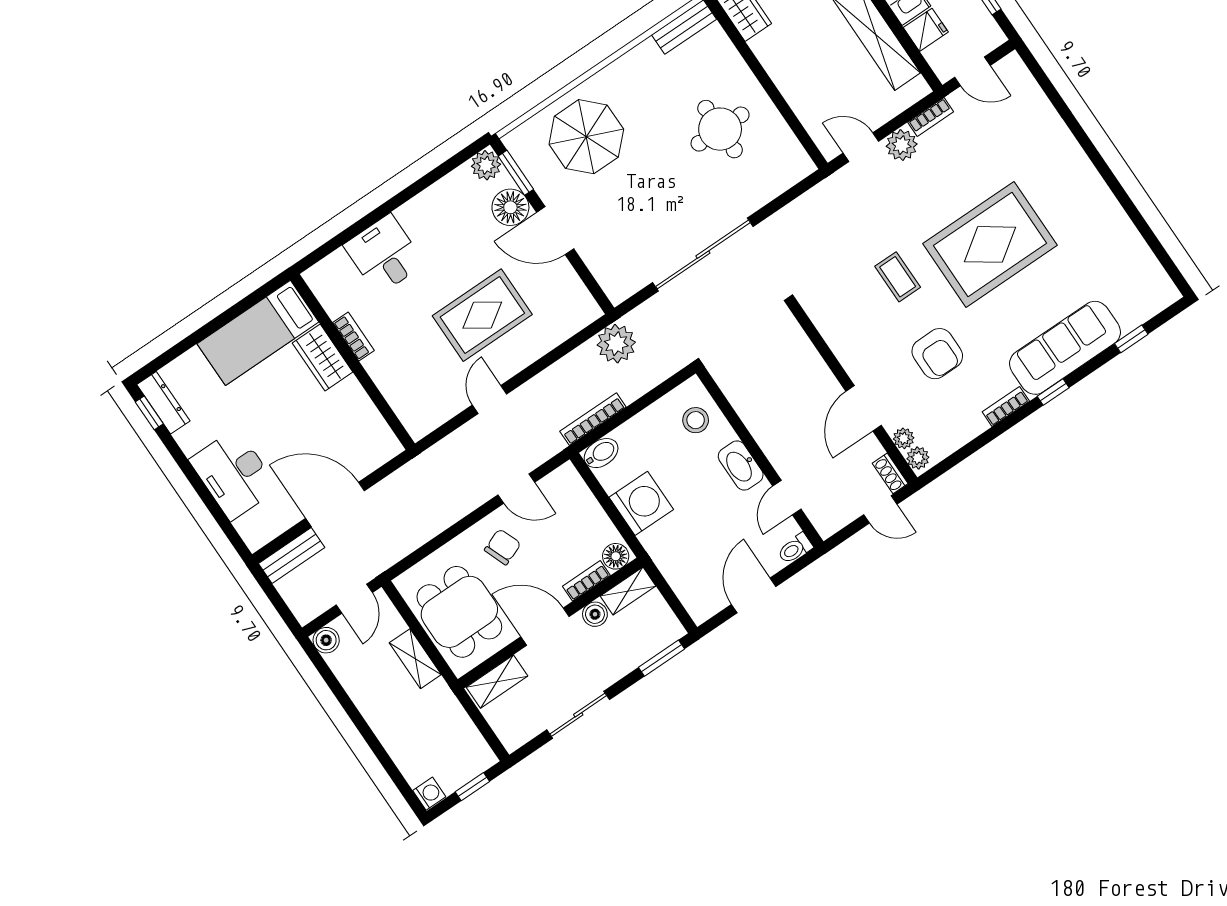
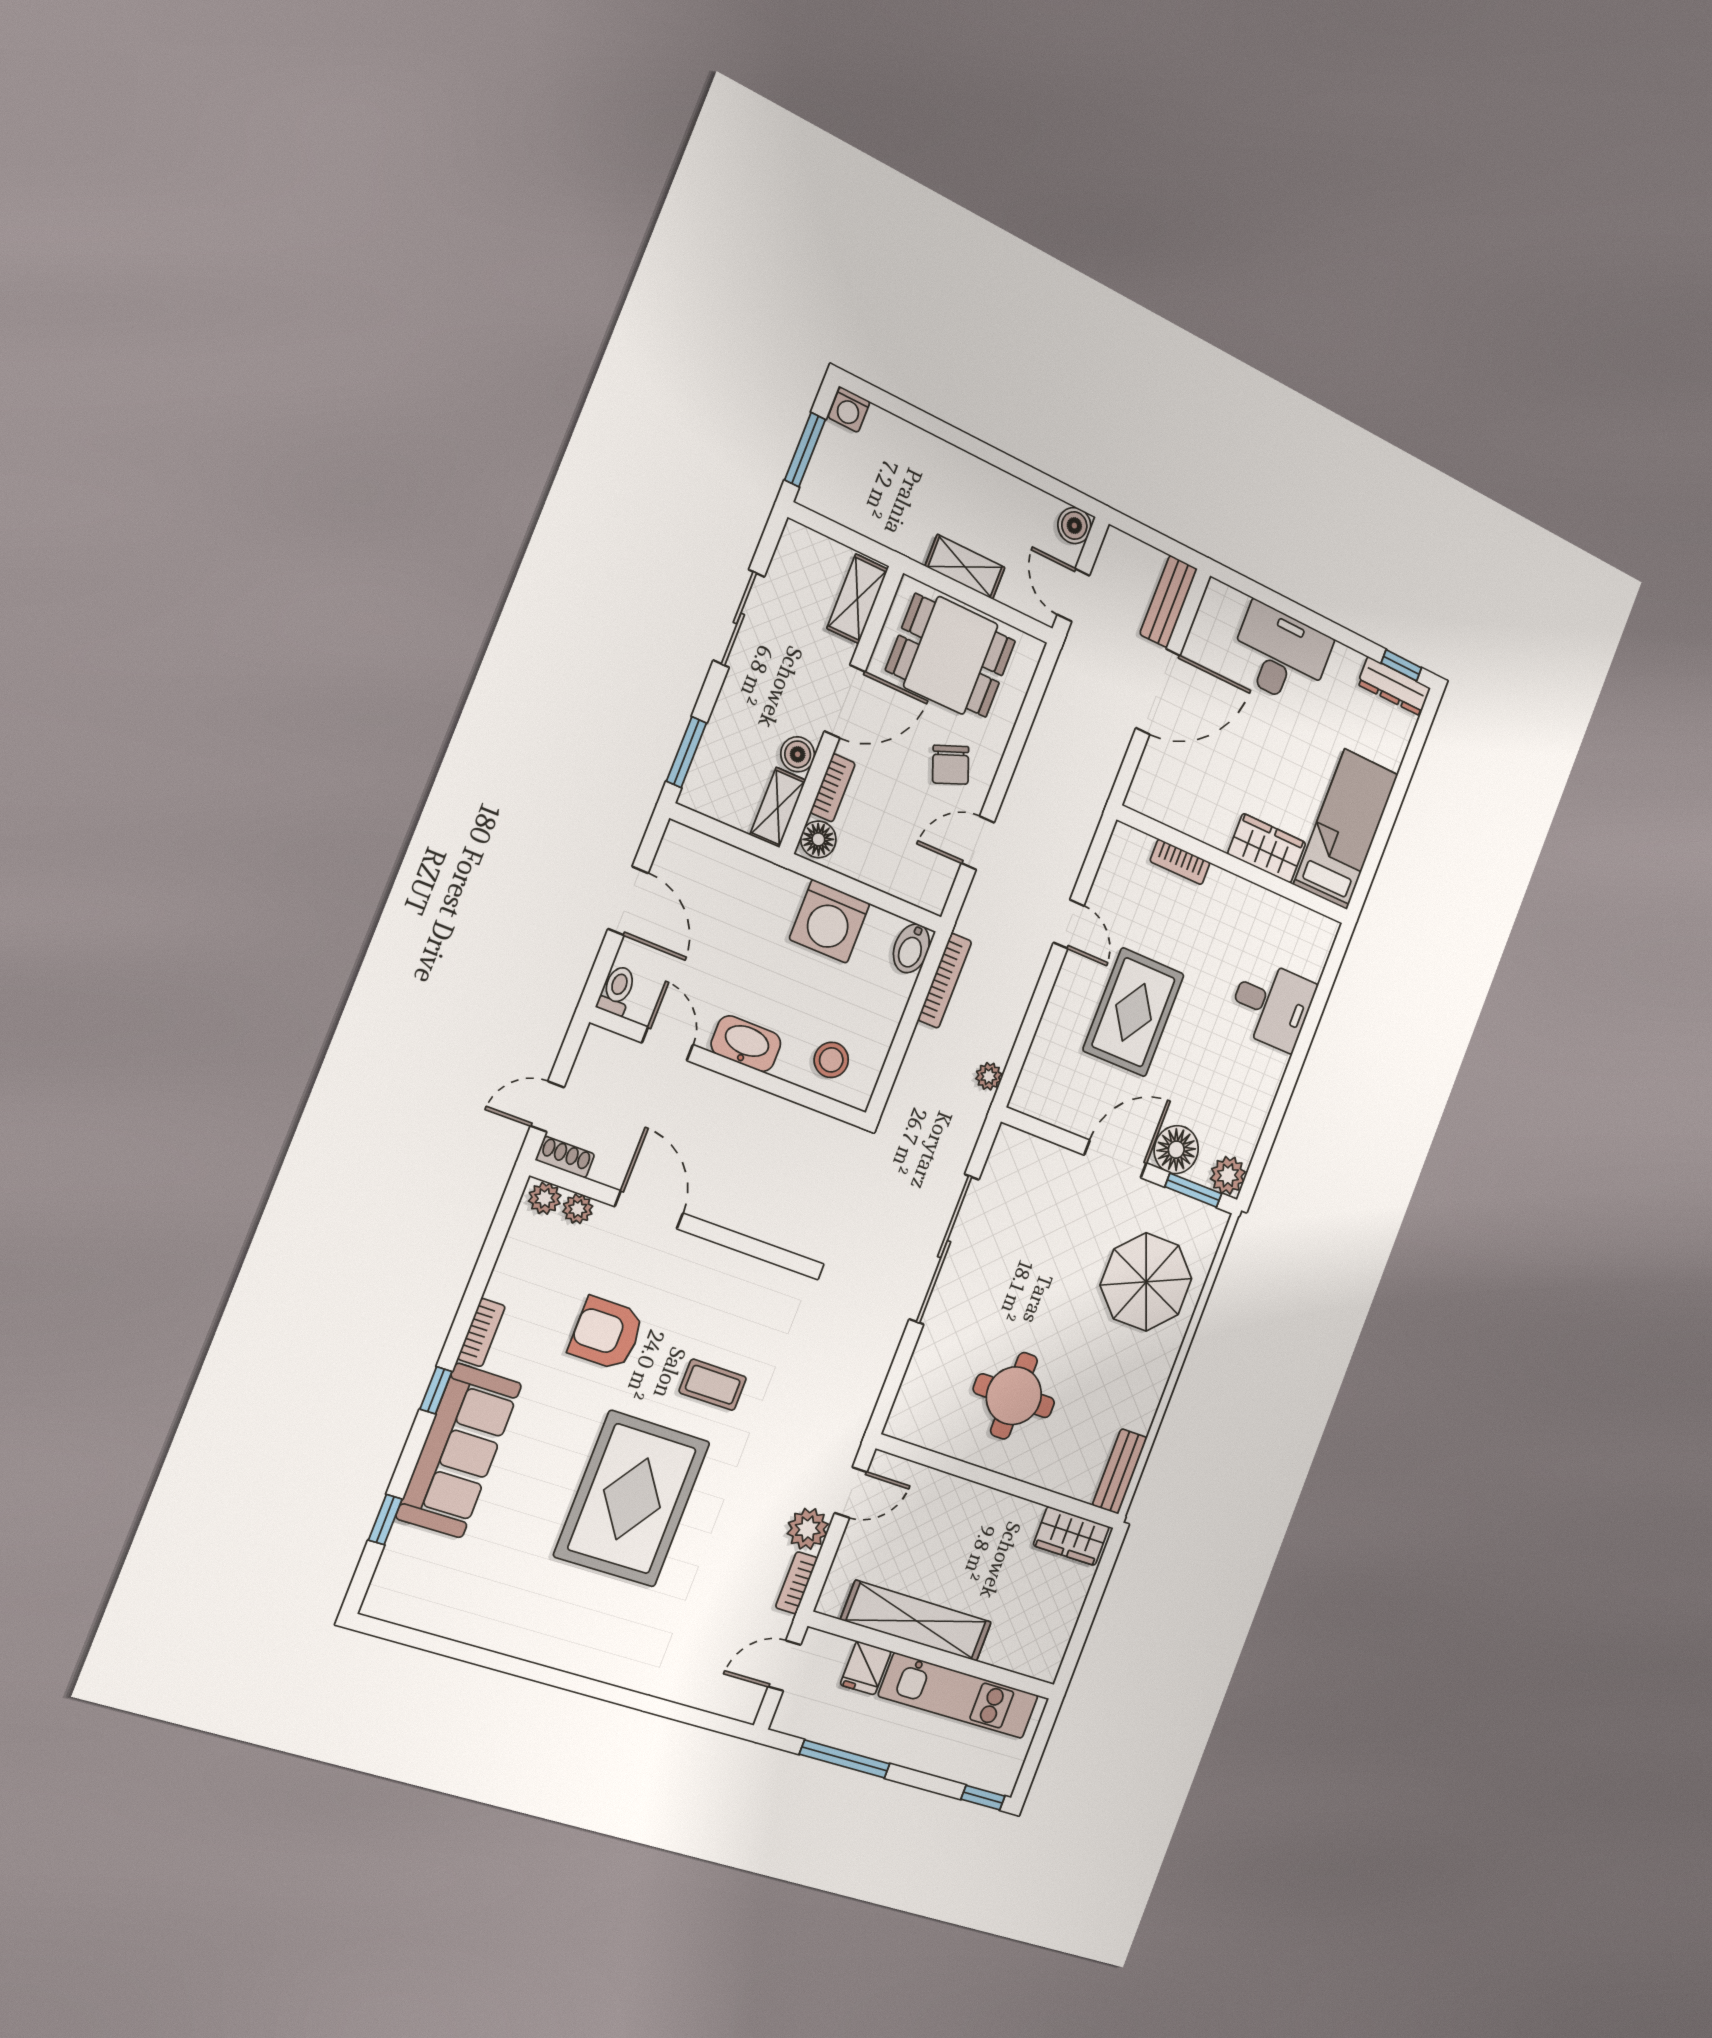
bookcase: (353, 337) -> (1180, 862), moved
plant: (616, 344) -> (989, 1076), width x0.53, depth x0.53
window: (472, 787) -> (805, 450), width x1.50

